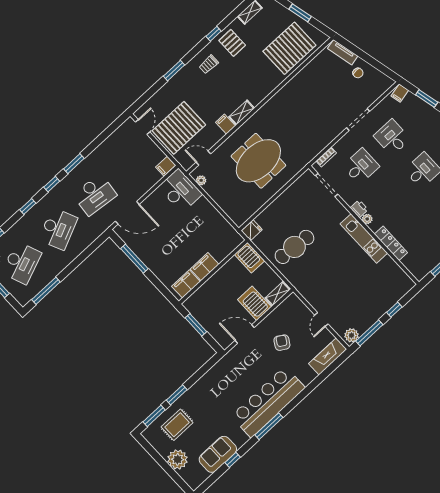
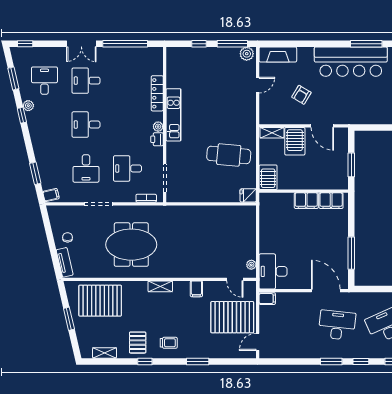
shelving: (242, 113) -> (160, 286), moved
meeting table: (258, 161) -> (131, 245), moved

